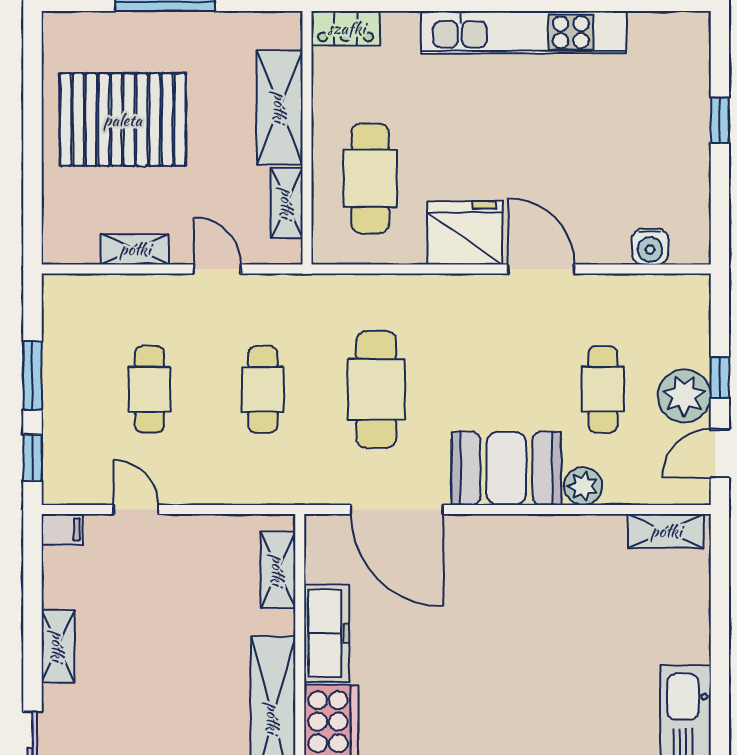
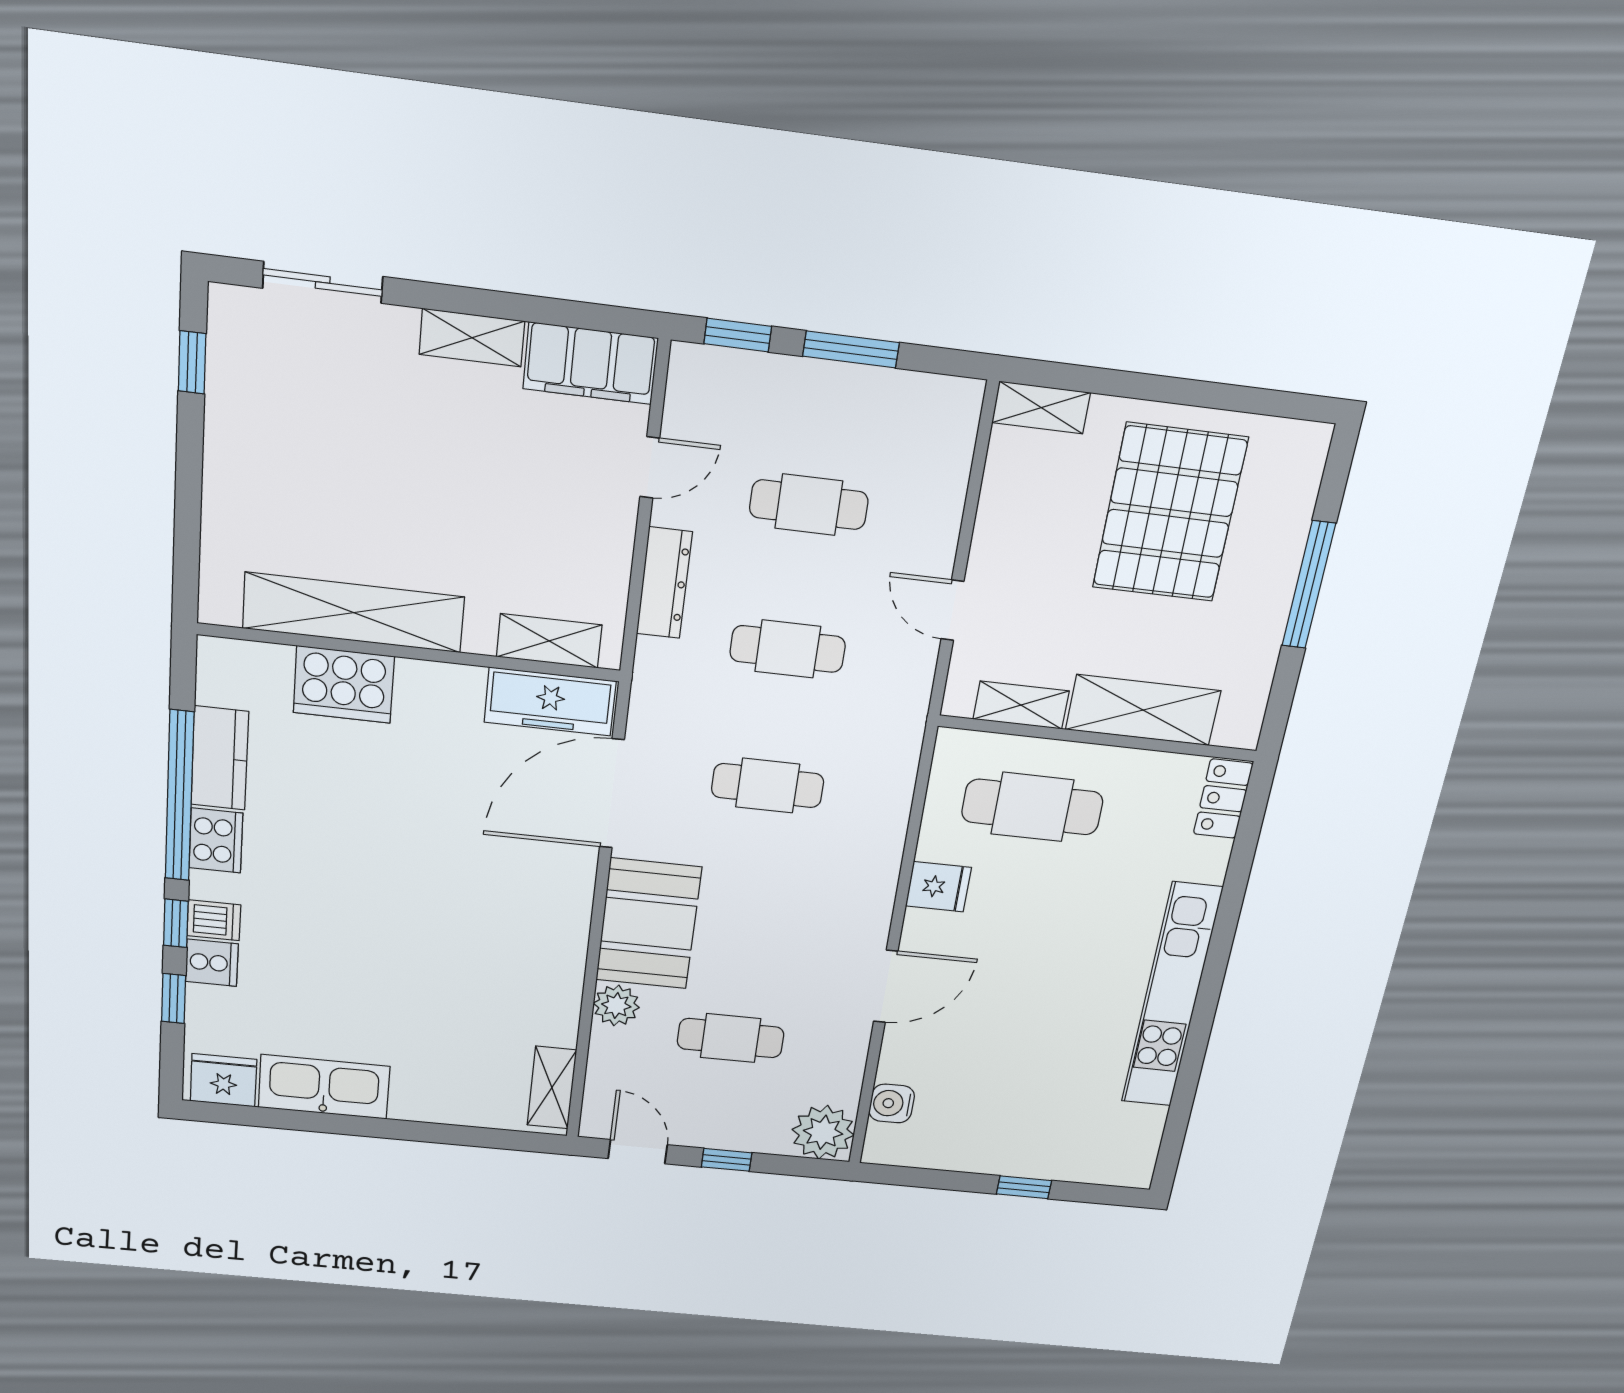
fridge: (465, 233) -> (938, 887), width x0.53, depth x0.75
shelving: (135, 249) -> (1041, 408), moved, turned 90
door: (217, 269) -> (952, 610), swing flipped
cafe table: (376, 389) -> (768, 786), width x0.73, depth x0.74
plant: (684, 396) -> (823, 1132), moved
dresser: (222, 489) -> (664, 583), added
filing cabinet: (62, 529) -> (590, 363), width x3.00, depth x1.17
freezer: (327, 633) -> (550, 702), moved

